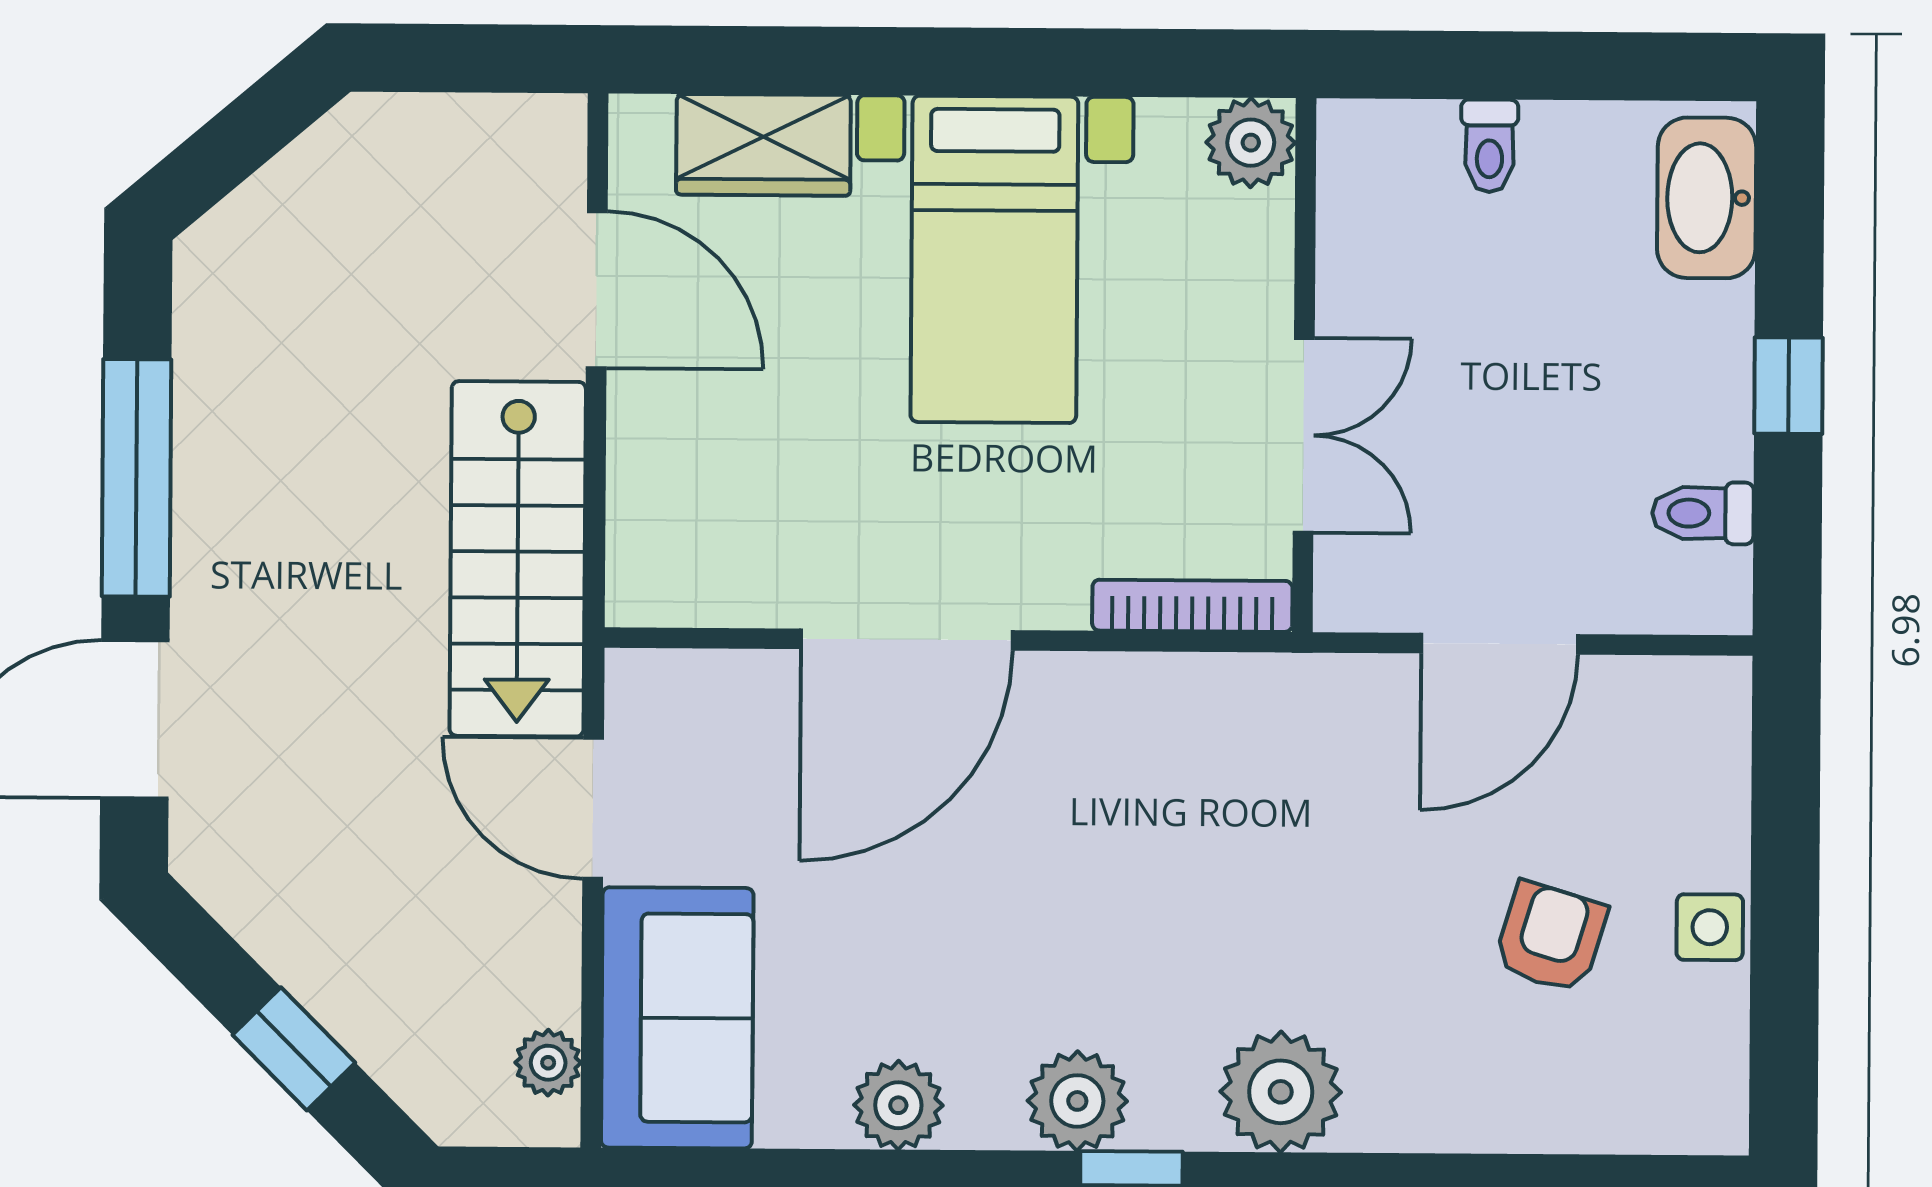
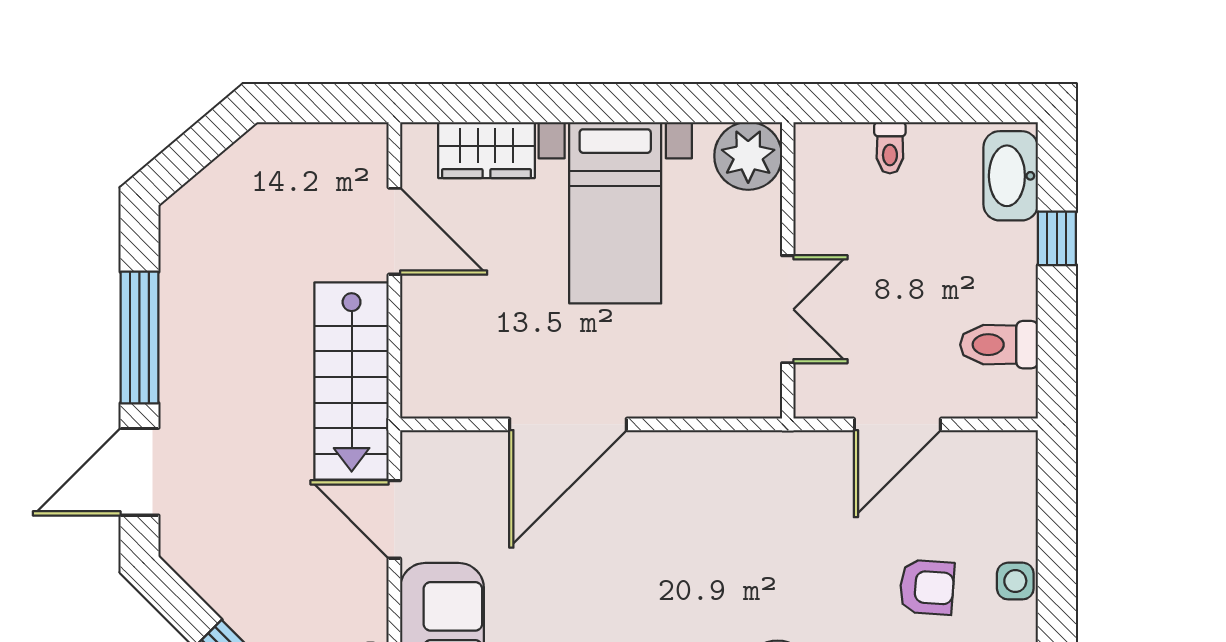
plant: (1251, 143) -> (748, 156), width x1.36, depth x1.36
window: (1789, 386) -> (1057, 238), moved
toilet: (1703, 513) -> (999, 345), width x1.37, depth x1.39
bookcase: (1192, 606) -> (727, 404), removed
armchair: (1551, 937) -> (927, 587), turned 77

